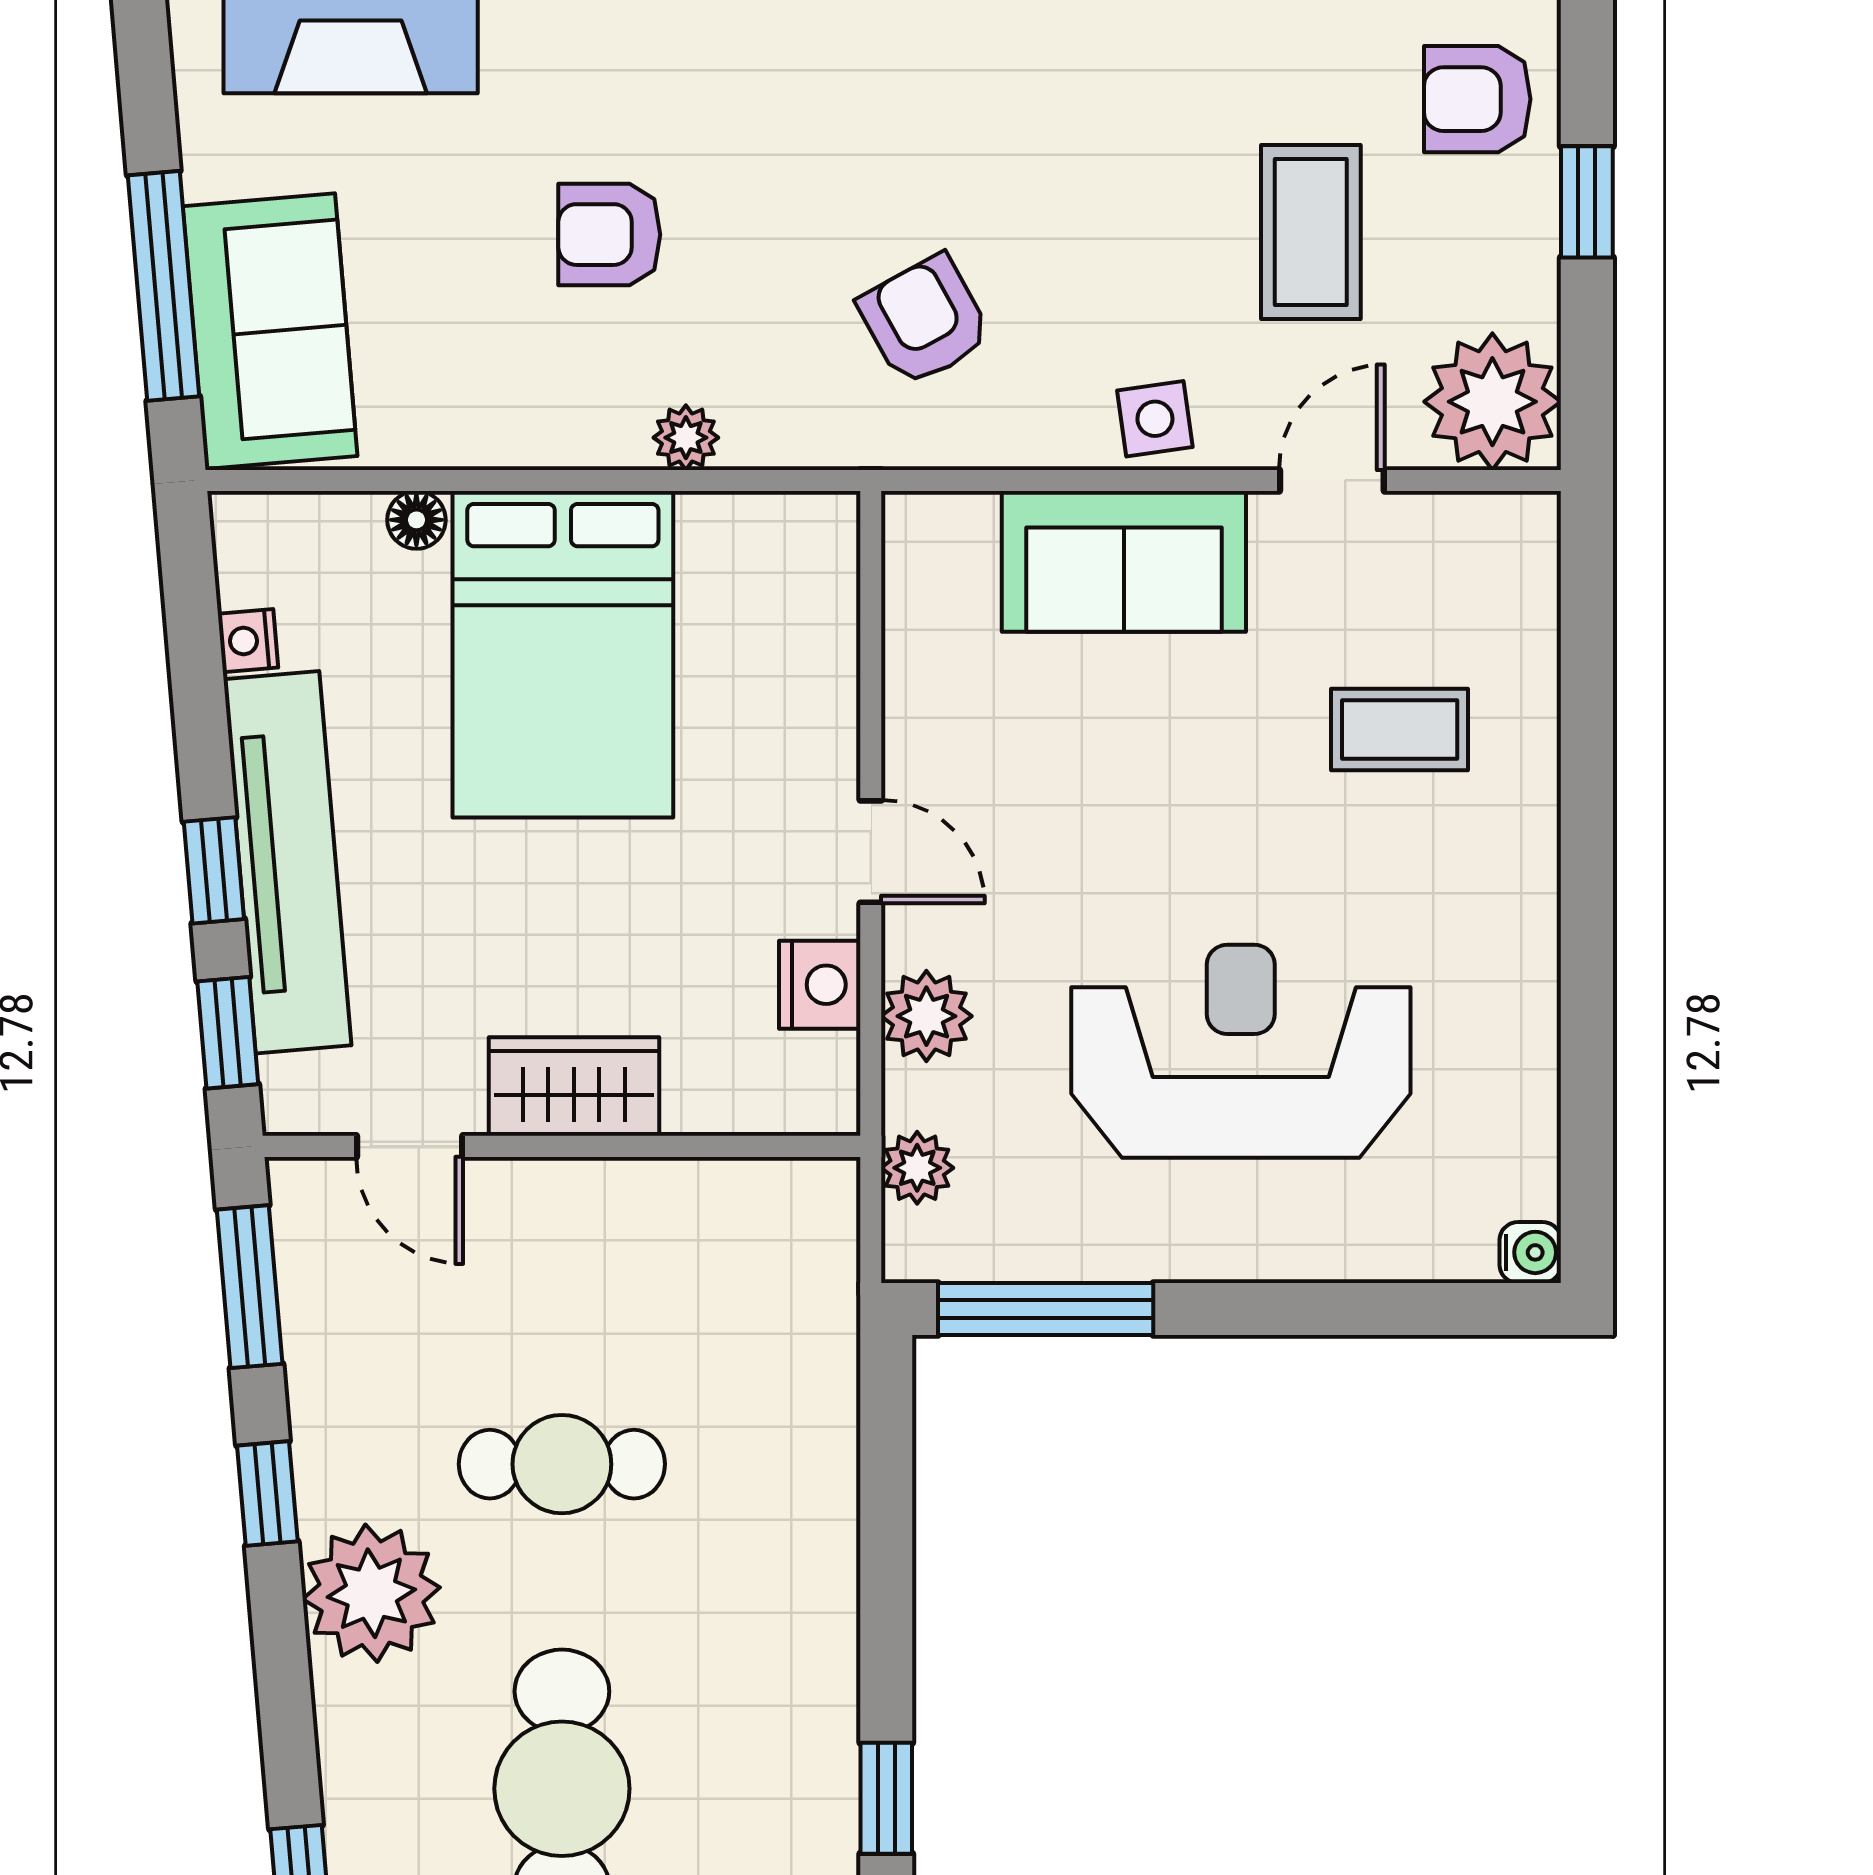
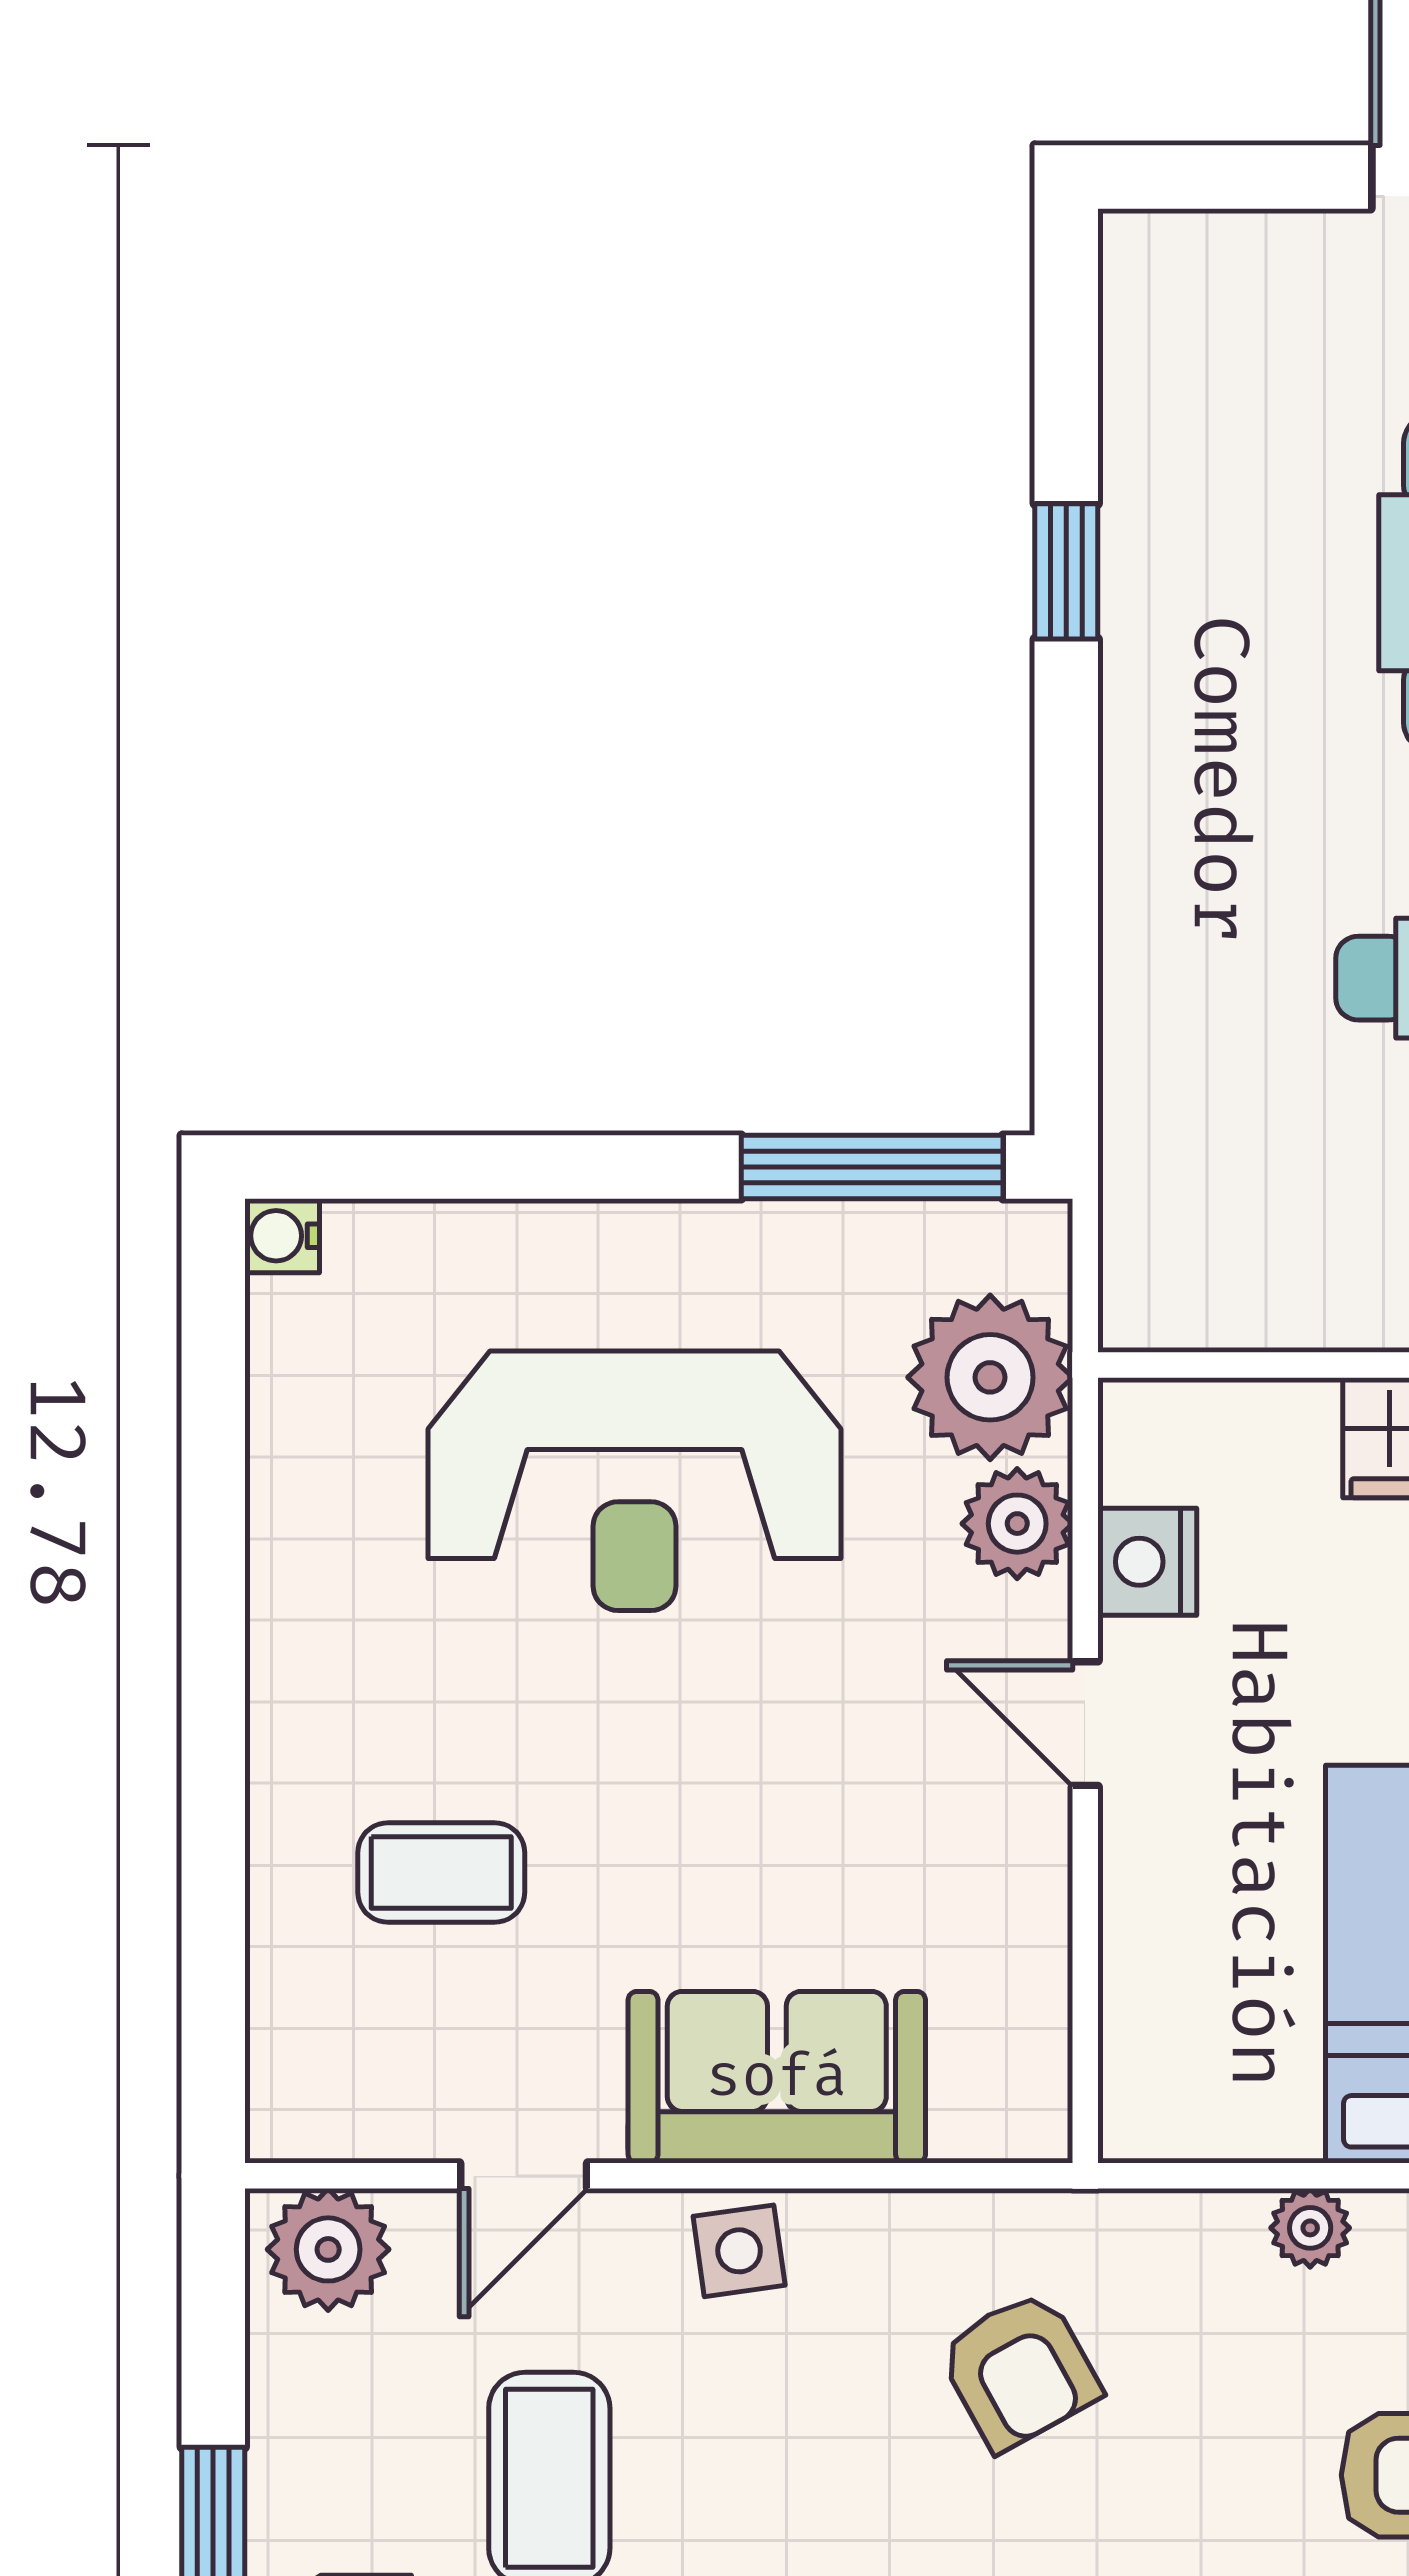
plant: (1492, 402) -> (328, 2249), width x0.73, depth x0.73
plant: (917, 1168) -> (990, 1377), width x1.88, depth x1.88

